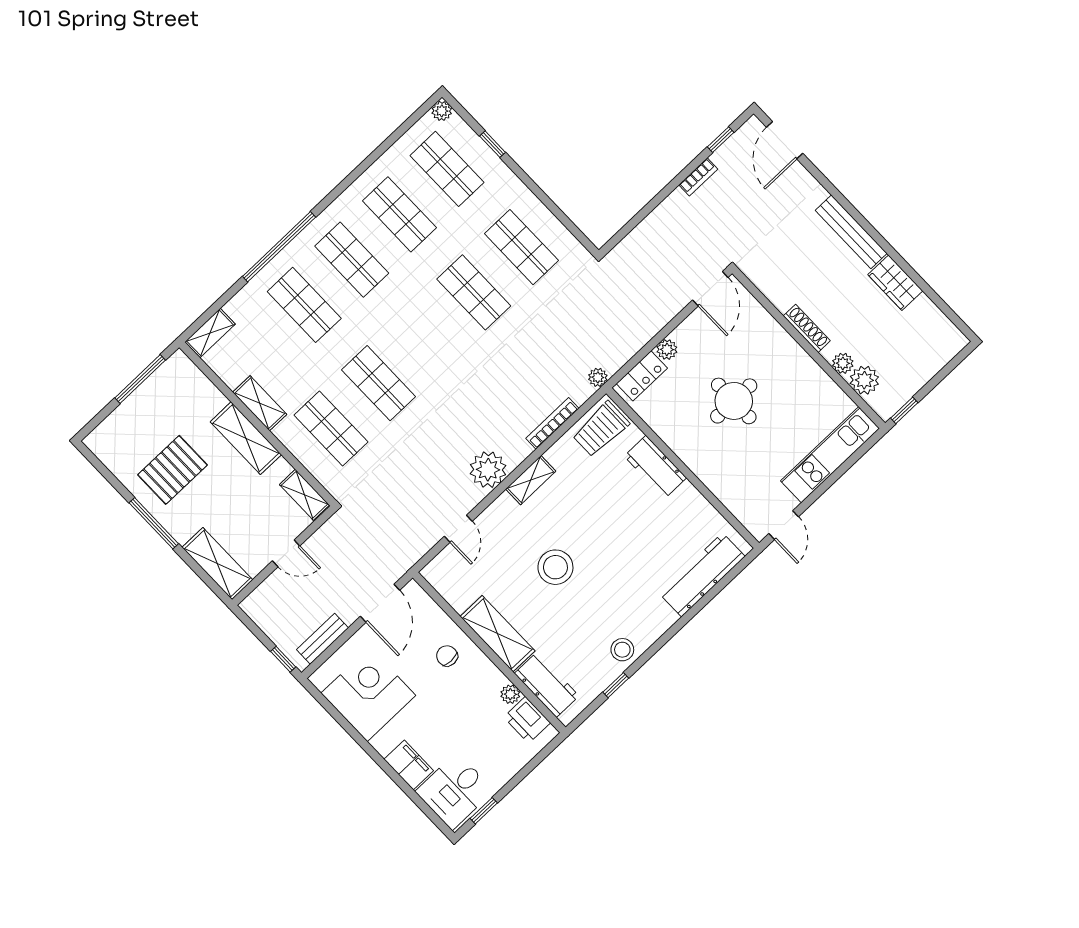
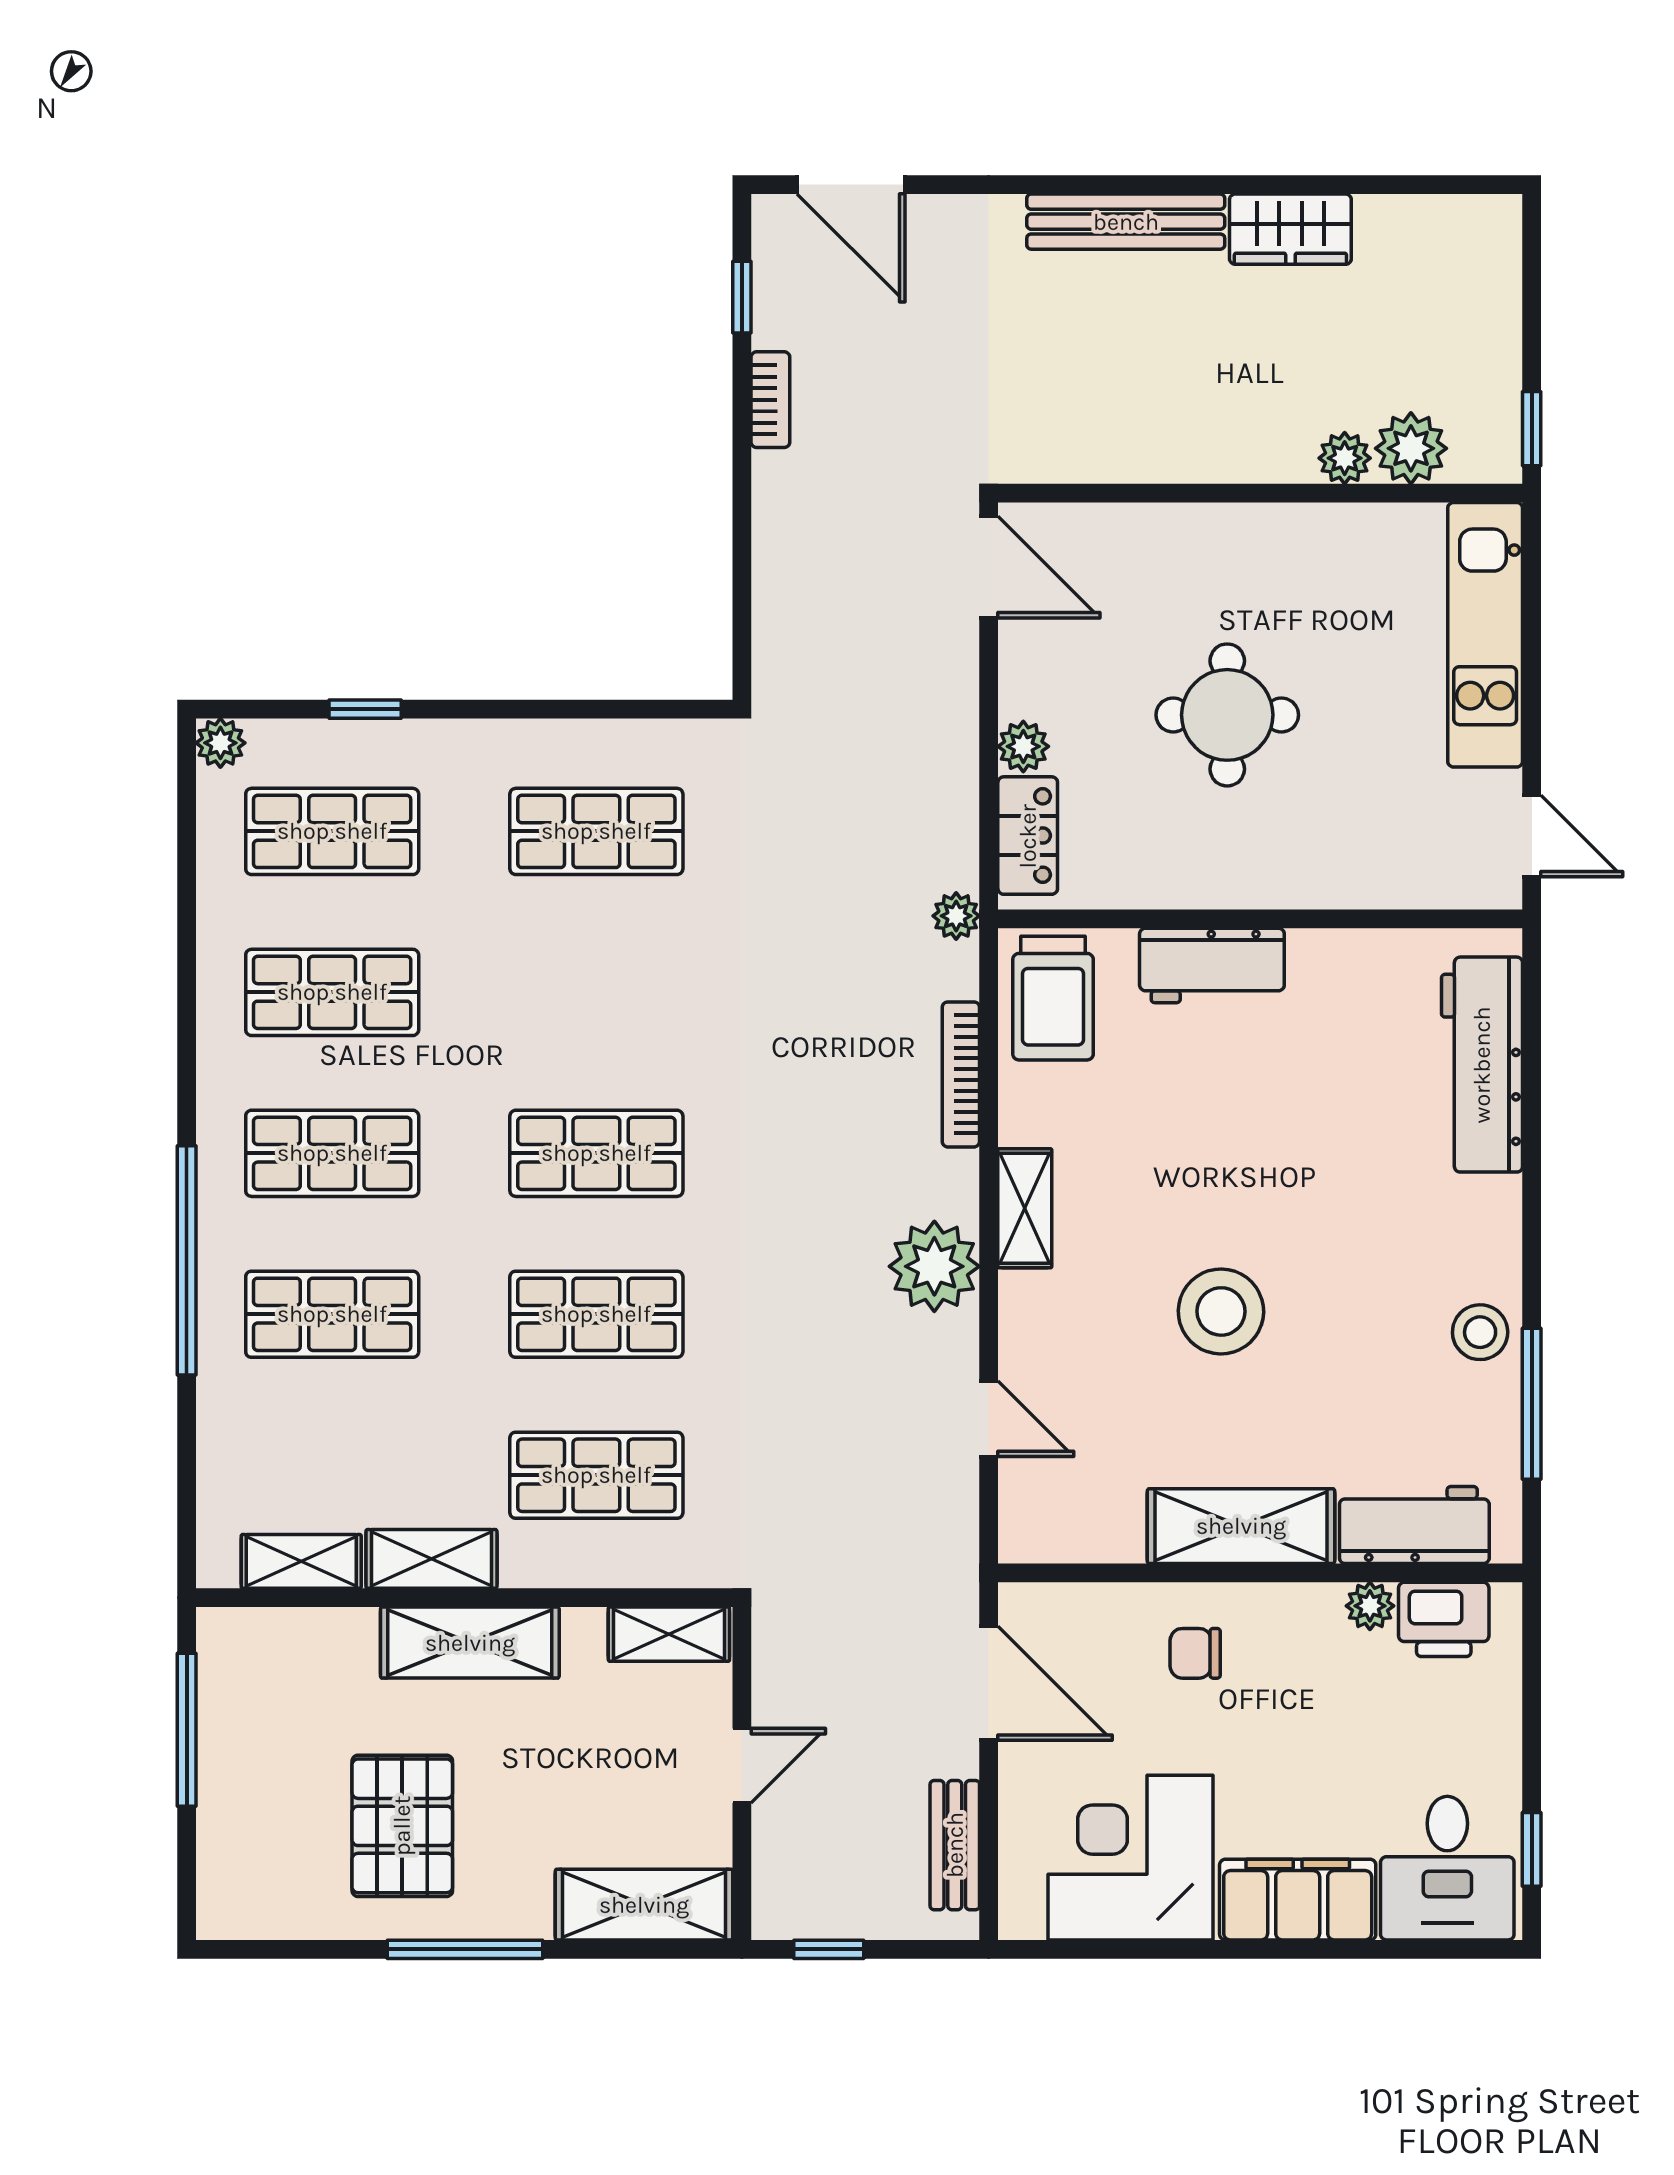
shop shelf: (474, 292) -> (596, 1153), moved
shoe rack: (807, 328) -> (1222, 463), removed
shelving: (210, 333) -> (301, 1561), moved, turned 90
window: (283, 659) -> (829, 1949), moved
window: (616, 685) -> (1532, 1404), width x2.17
filing cabinet: (409, 765) -> (1298, 1900), width x1.50, depth x1.17

